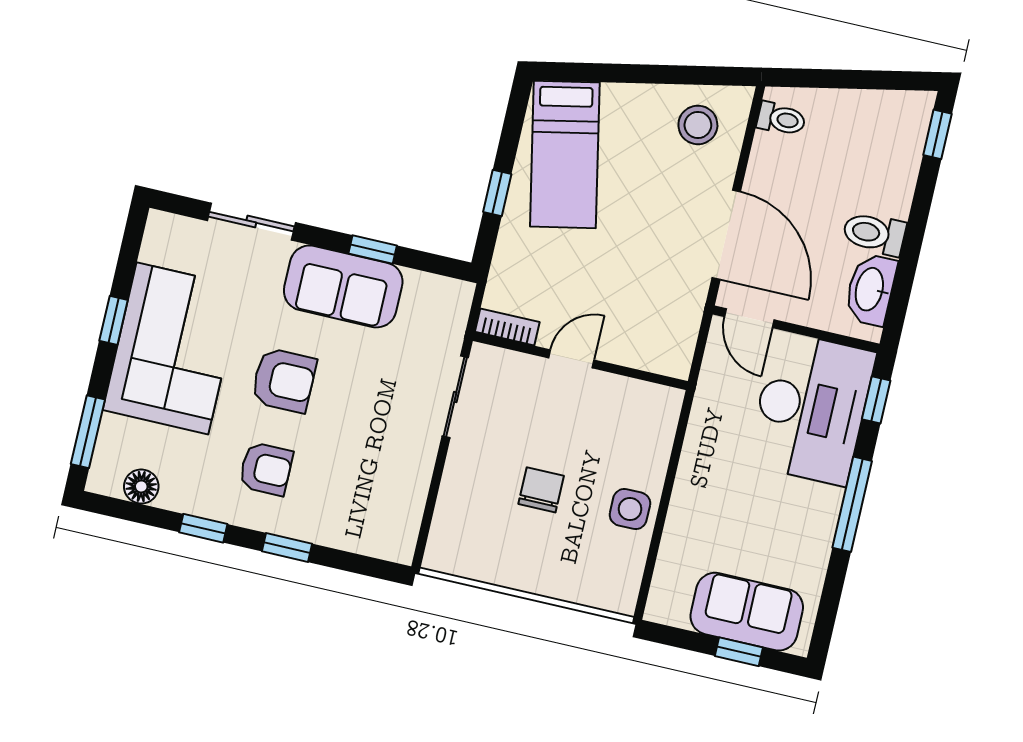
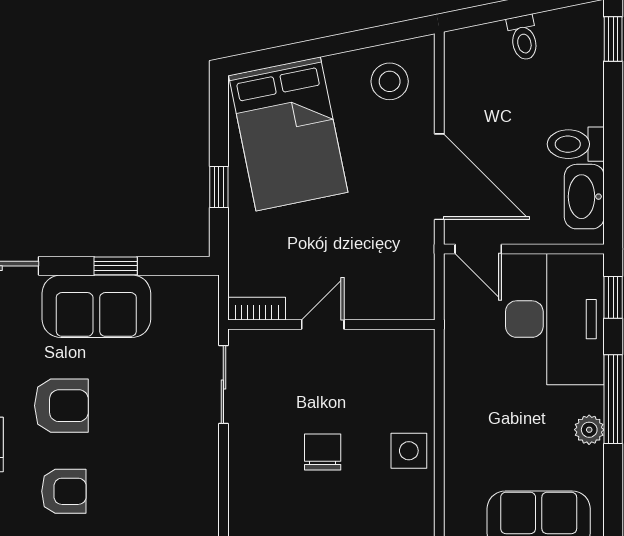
toilet: (781, 119) -> (523, 38), moved, turned 78
bed: (565, 154) -> (288, 134), width x1.50
plant: (820, 530) -> (589, 430), added

